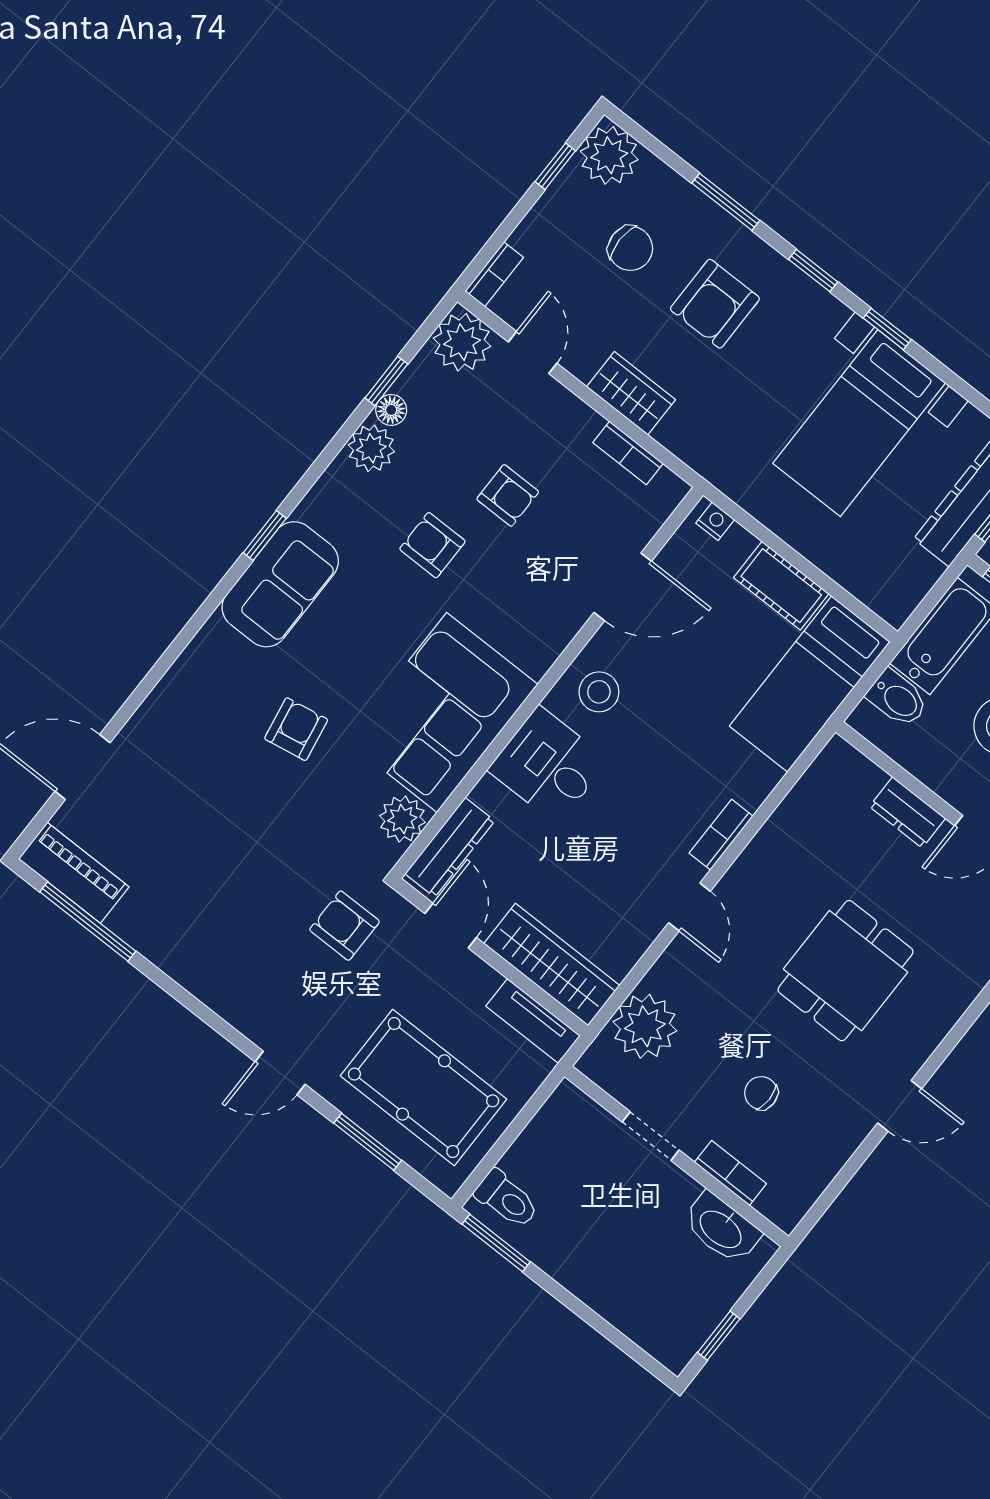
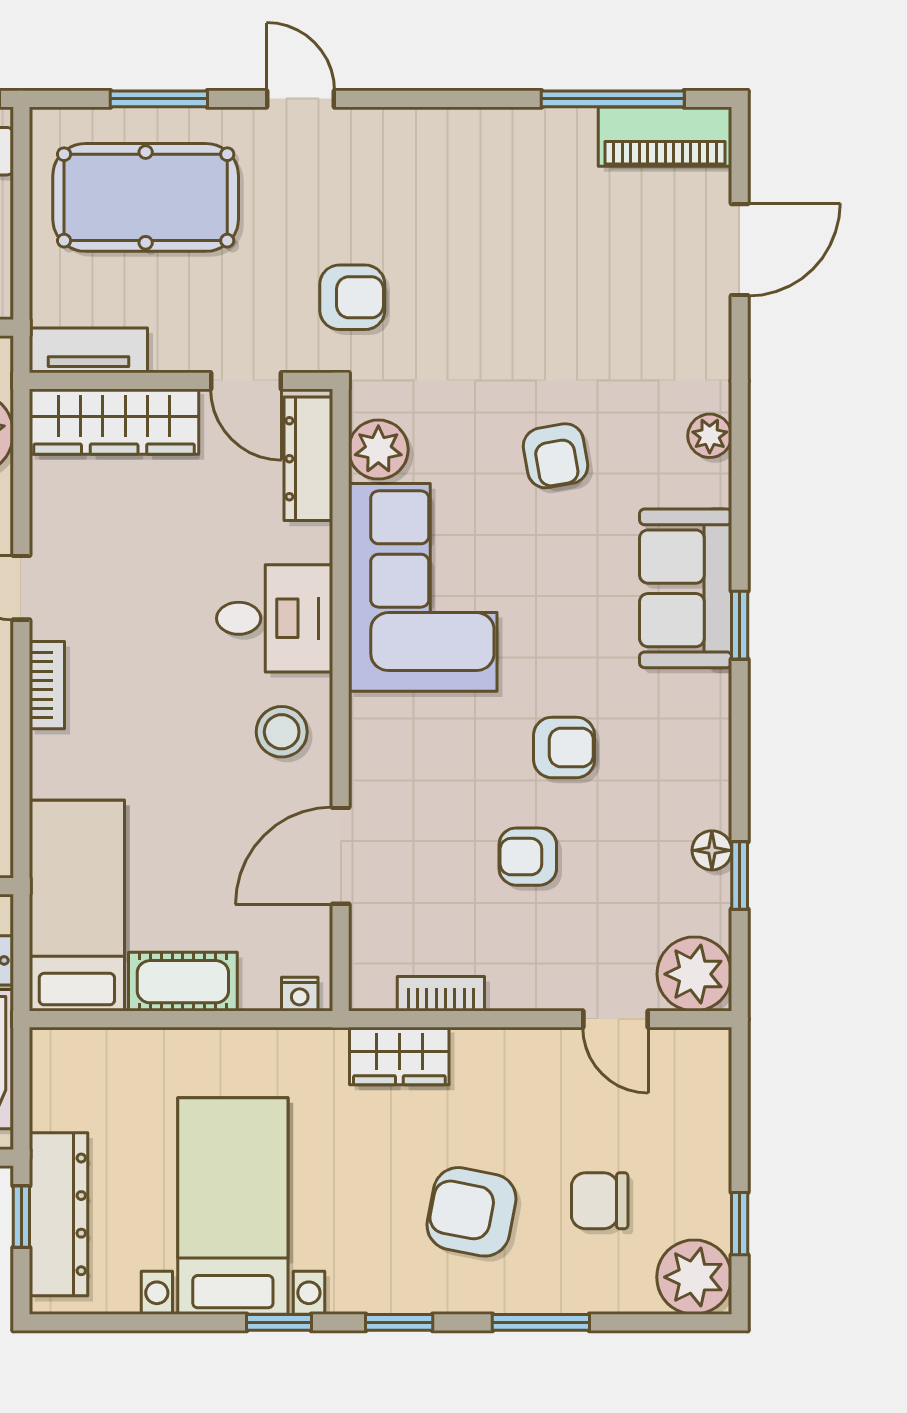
bookcase: (494, 274) -> (716, 1067), removed
armchair: (715, 304) -> (471, 1212), turned -79
wardrobe: (631, 393) -> (399, 1056), moved
plant: (371, 448) -> (710, 436), moved, width x0.73, depth x0.73
door: (280, 1073) -> (301, 99), hinge flipped

